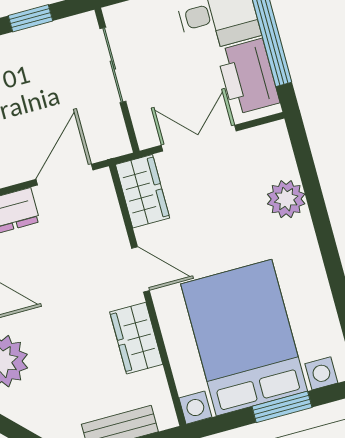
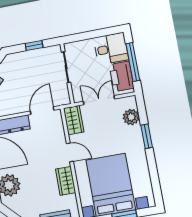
plant: (286, 199) -> (131, 117), moved
window: (319, 215) -> (147, 136), added

